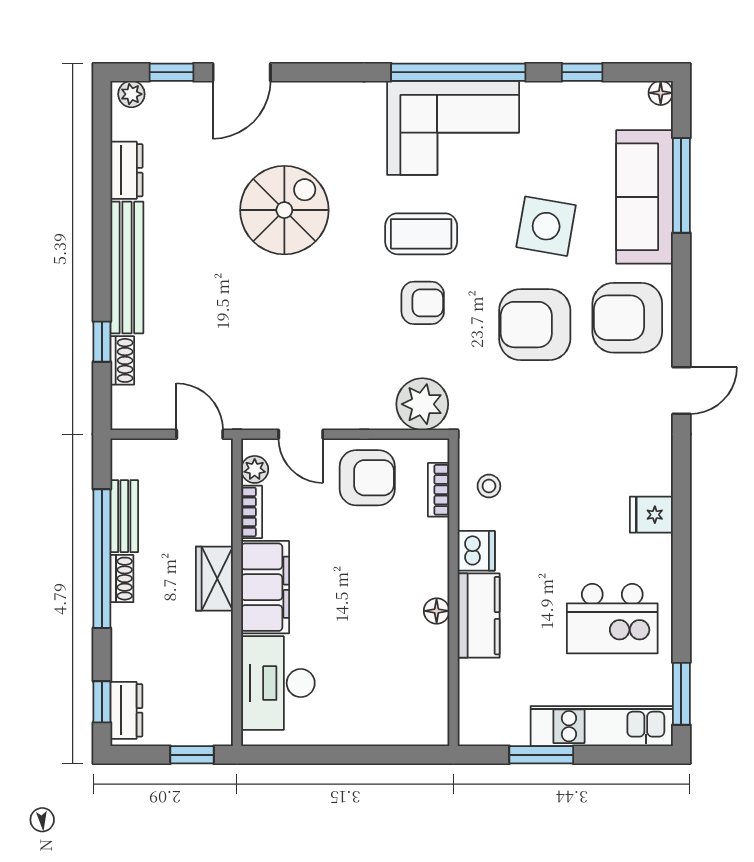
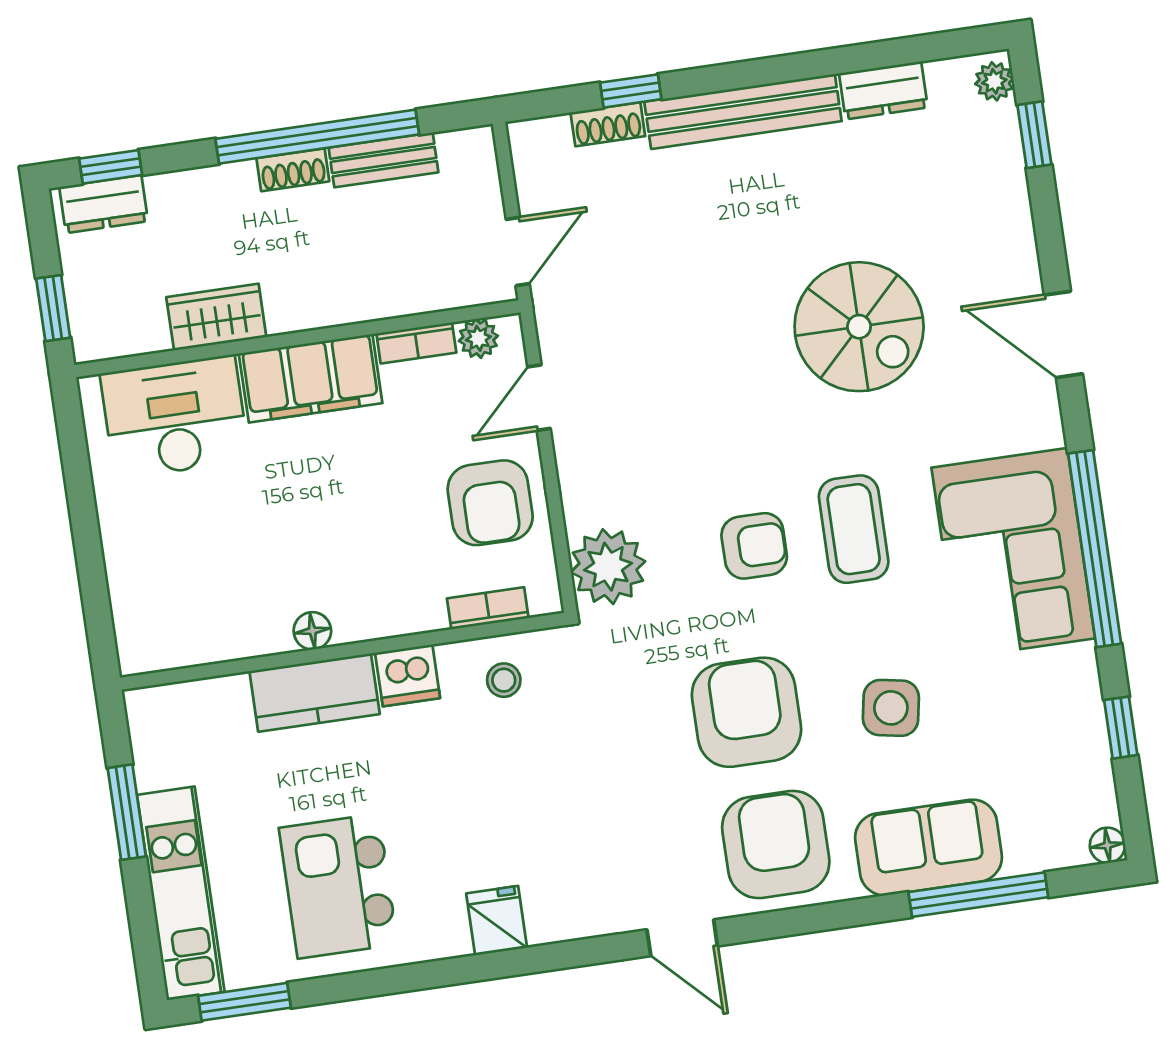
door: (242, 72) -> (1063, 334), moved
sofa: (644, 197) -> (928, 847), width x0.73
side table: (546, 226) -> (891, 708), width x0.73, depth x0.73
armchair: (423, 303) -> (754, 546), turned -90
wardrobe: (214, 579) -> (216, 317), moved

